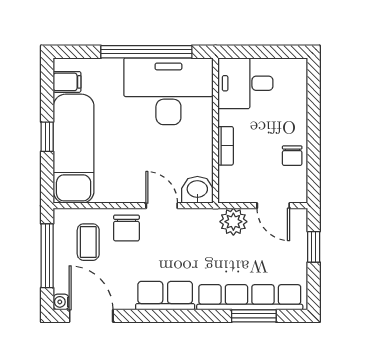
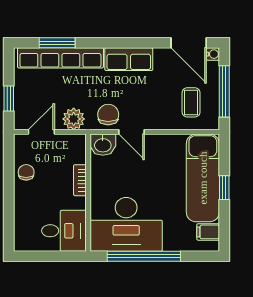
door: (273, 206) -> (41, 132), hinge flipped
chair: (126, 228) -> (108, 115), moved

